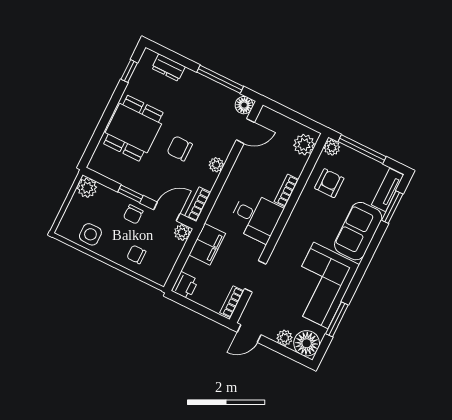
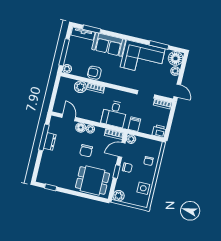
dresser: (168, 67) -> (50, 141), moved
floor lamp: (244, 105) -> (81, 127), moved
dining table: (133, 128) -> (92, 180), moved
plant: (304, 145) -> (80, 87), moved
armchair: (329, 183) -> (94, 73), moved
door: (167, 212) -> (122, 150), hinge flipped
desk: (256, 217) -> (114, 114), moved, turned 180
filing cabinet: (207, 244) -> (134, 124), width x0.50

